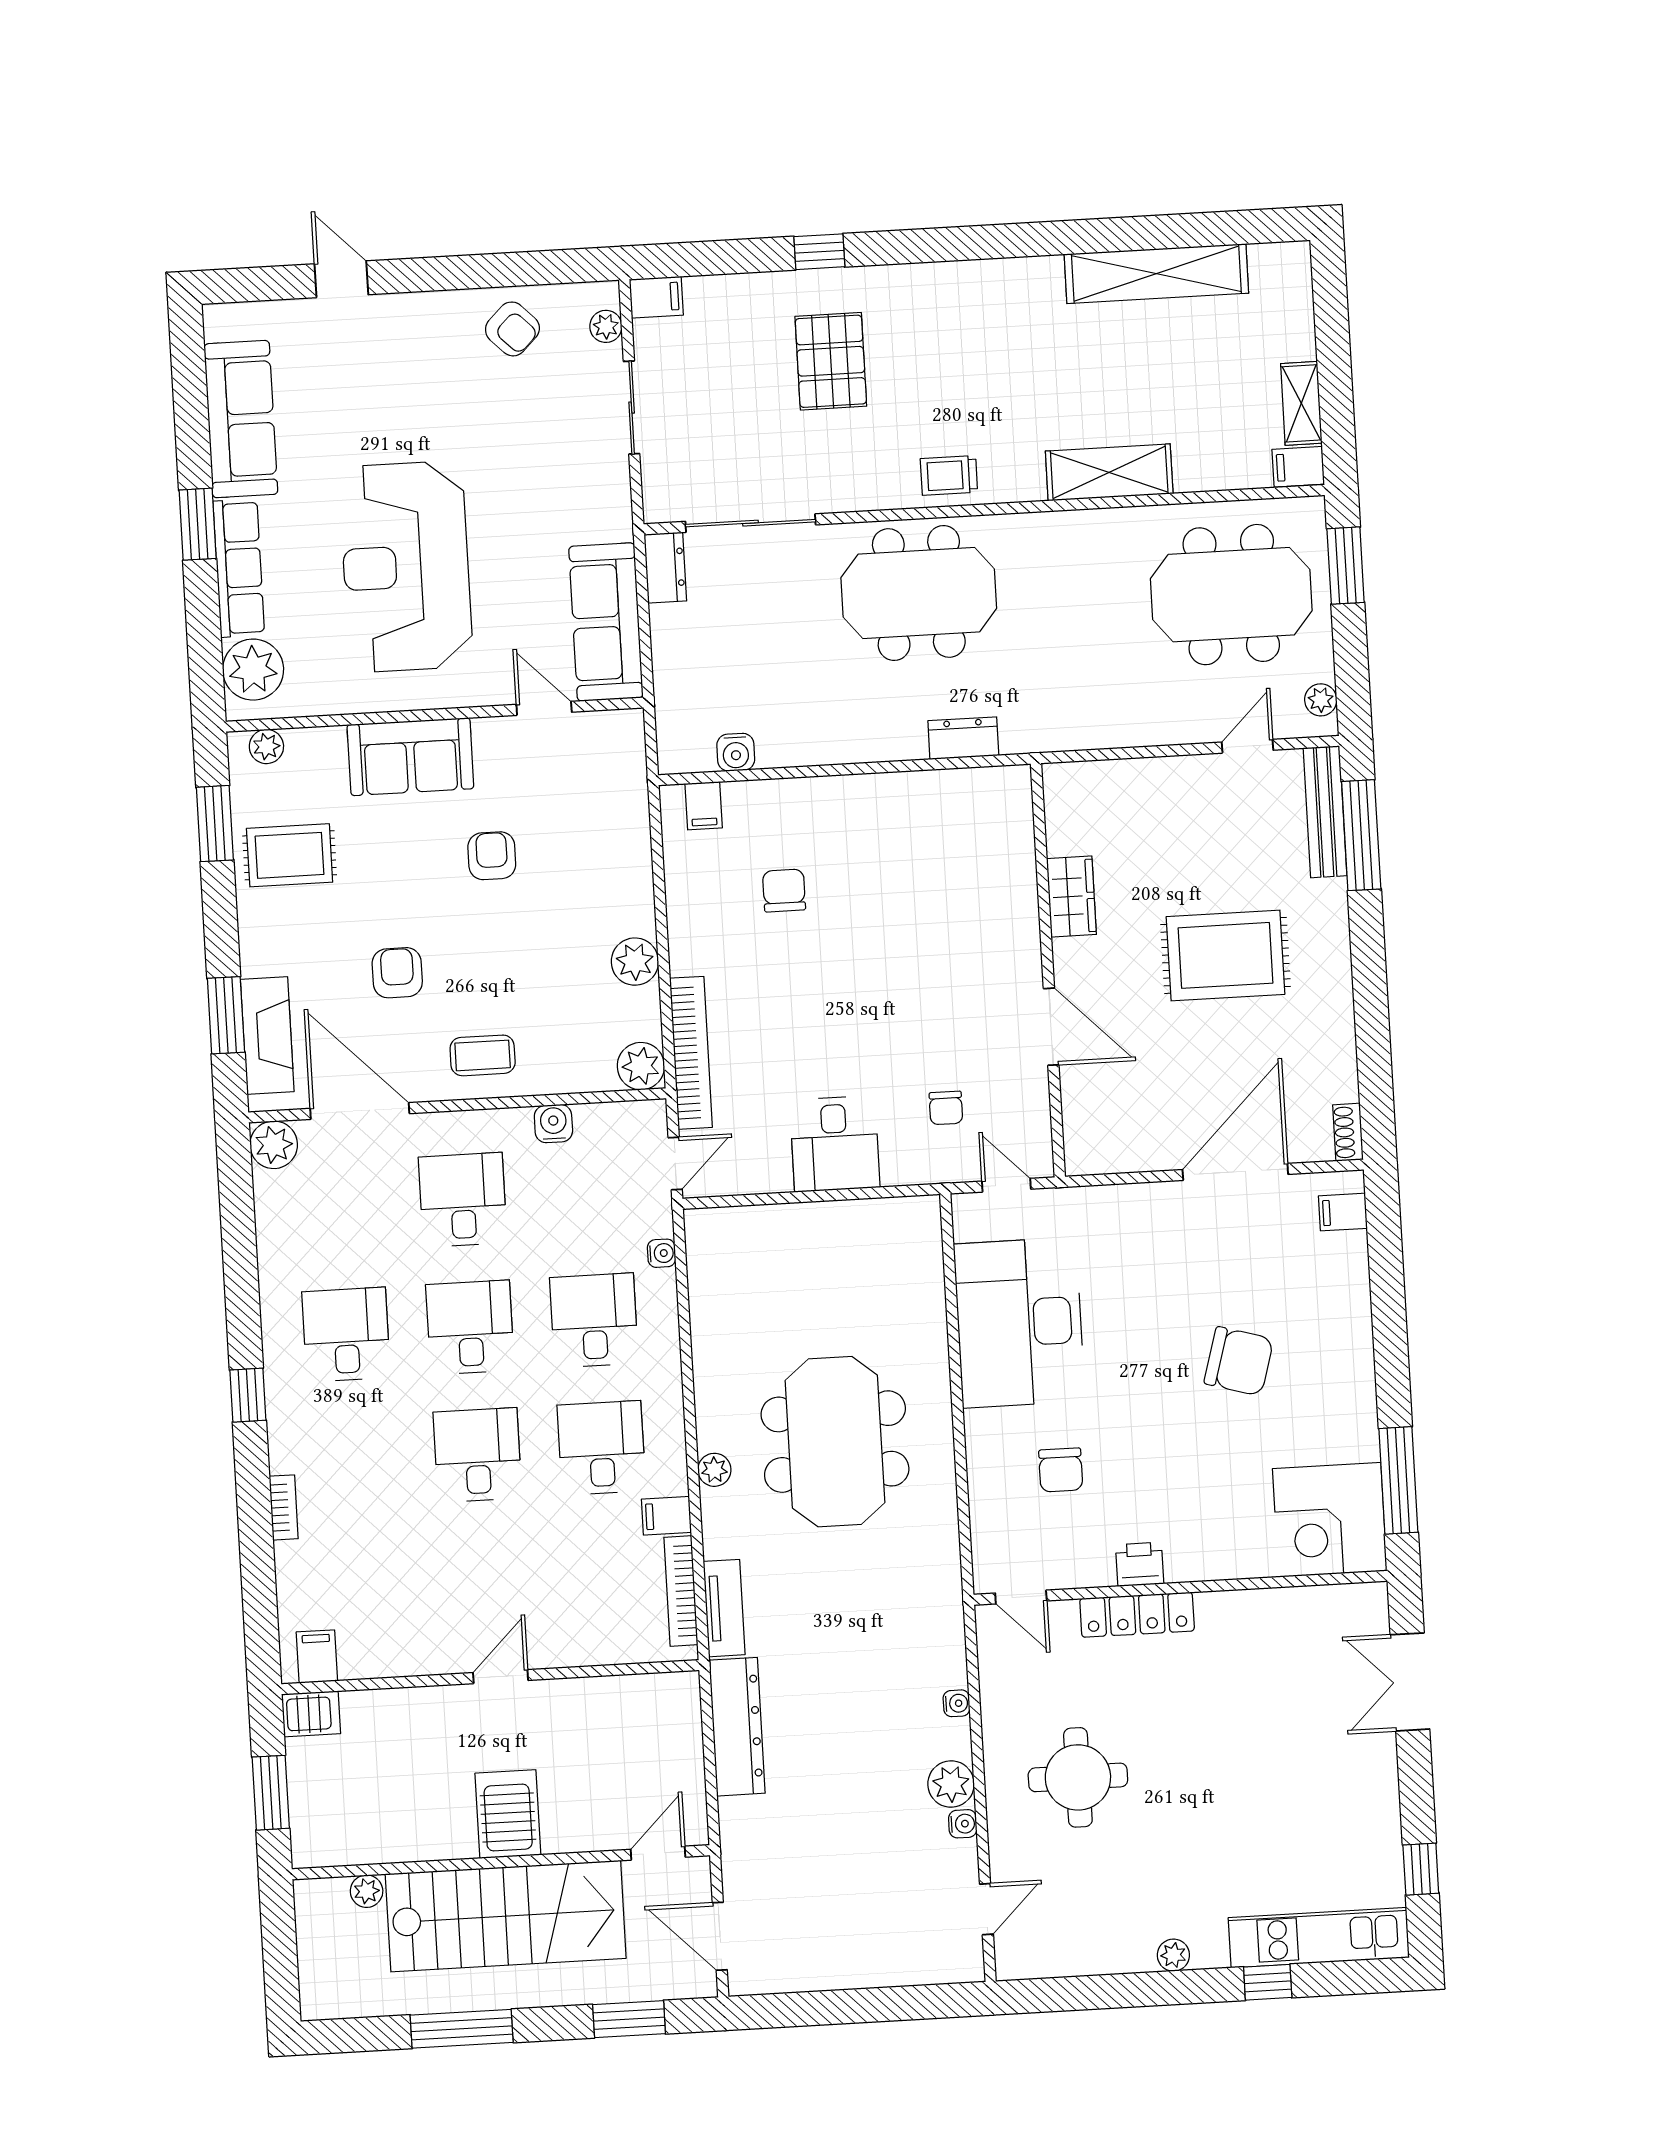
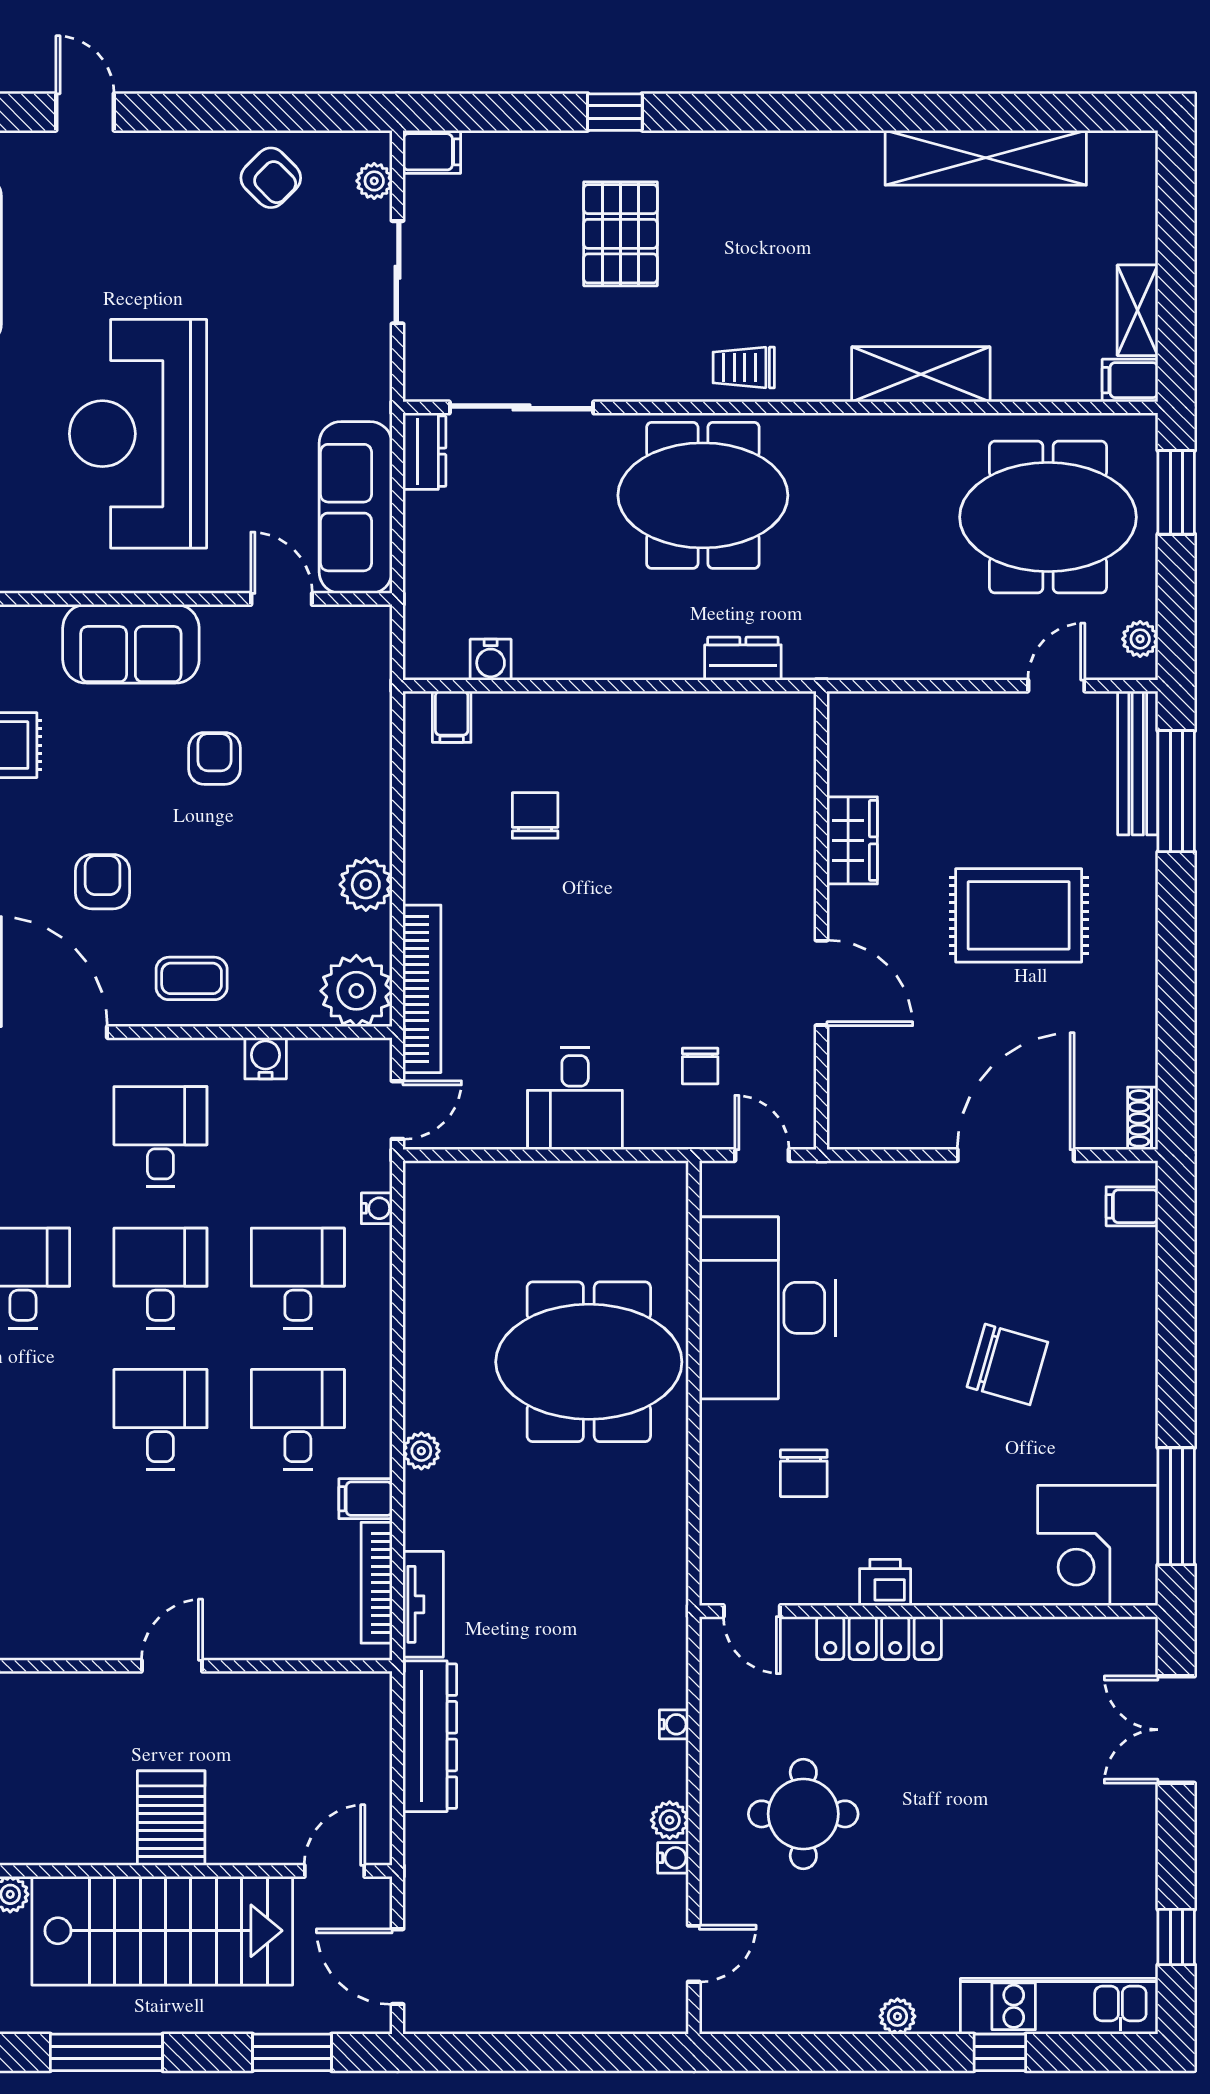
plant: (641, 1066) -> (356, 991), width x1.36, depth x1.36
meeting table: (835, 1442) -> (589, 1362), moved, turned 90
plant: (951, 1784) -> (670, 1820), width x0.73, depth x0.73

